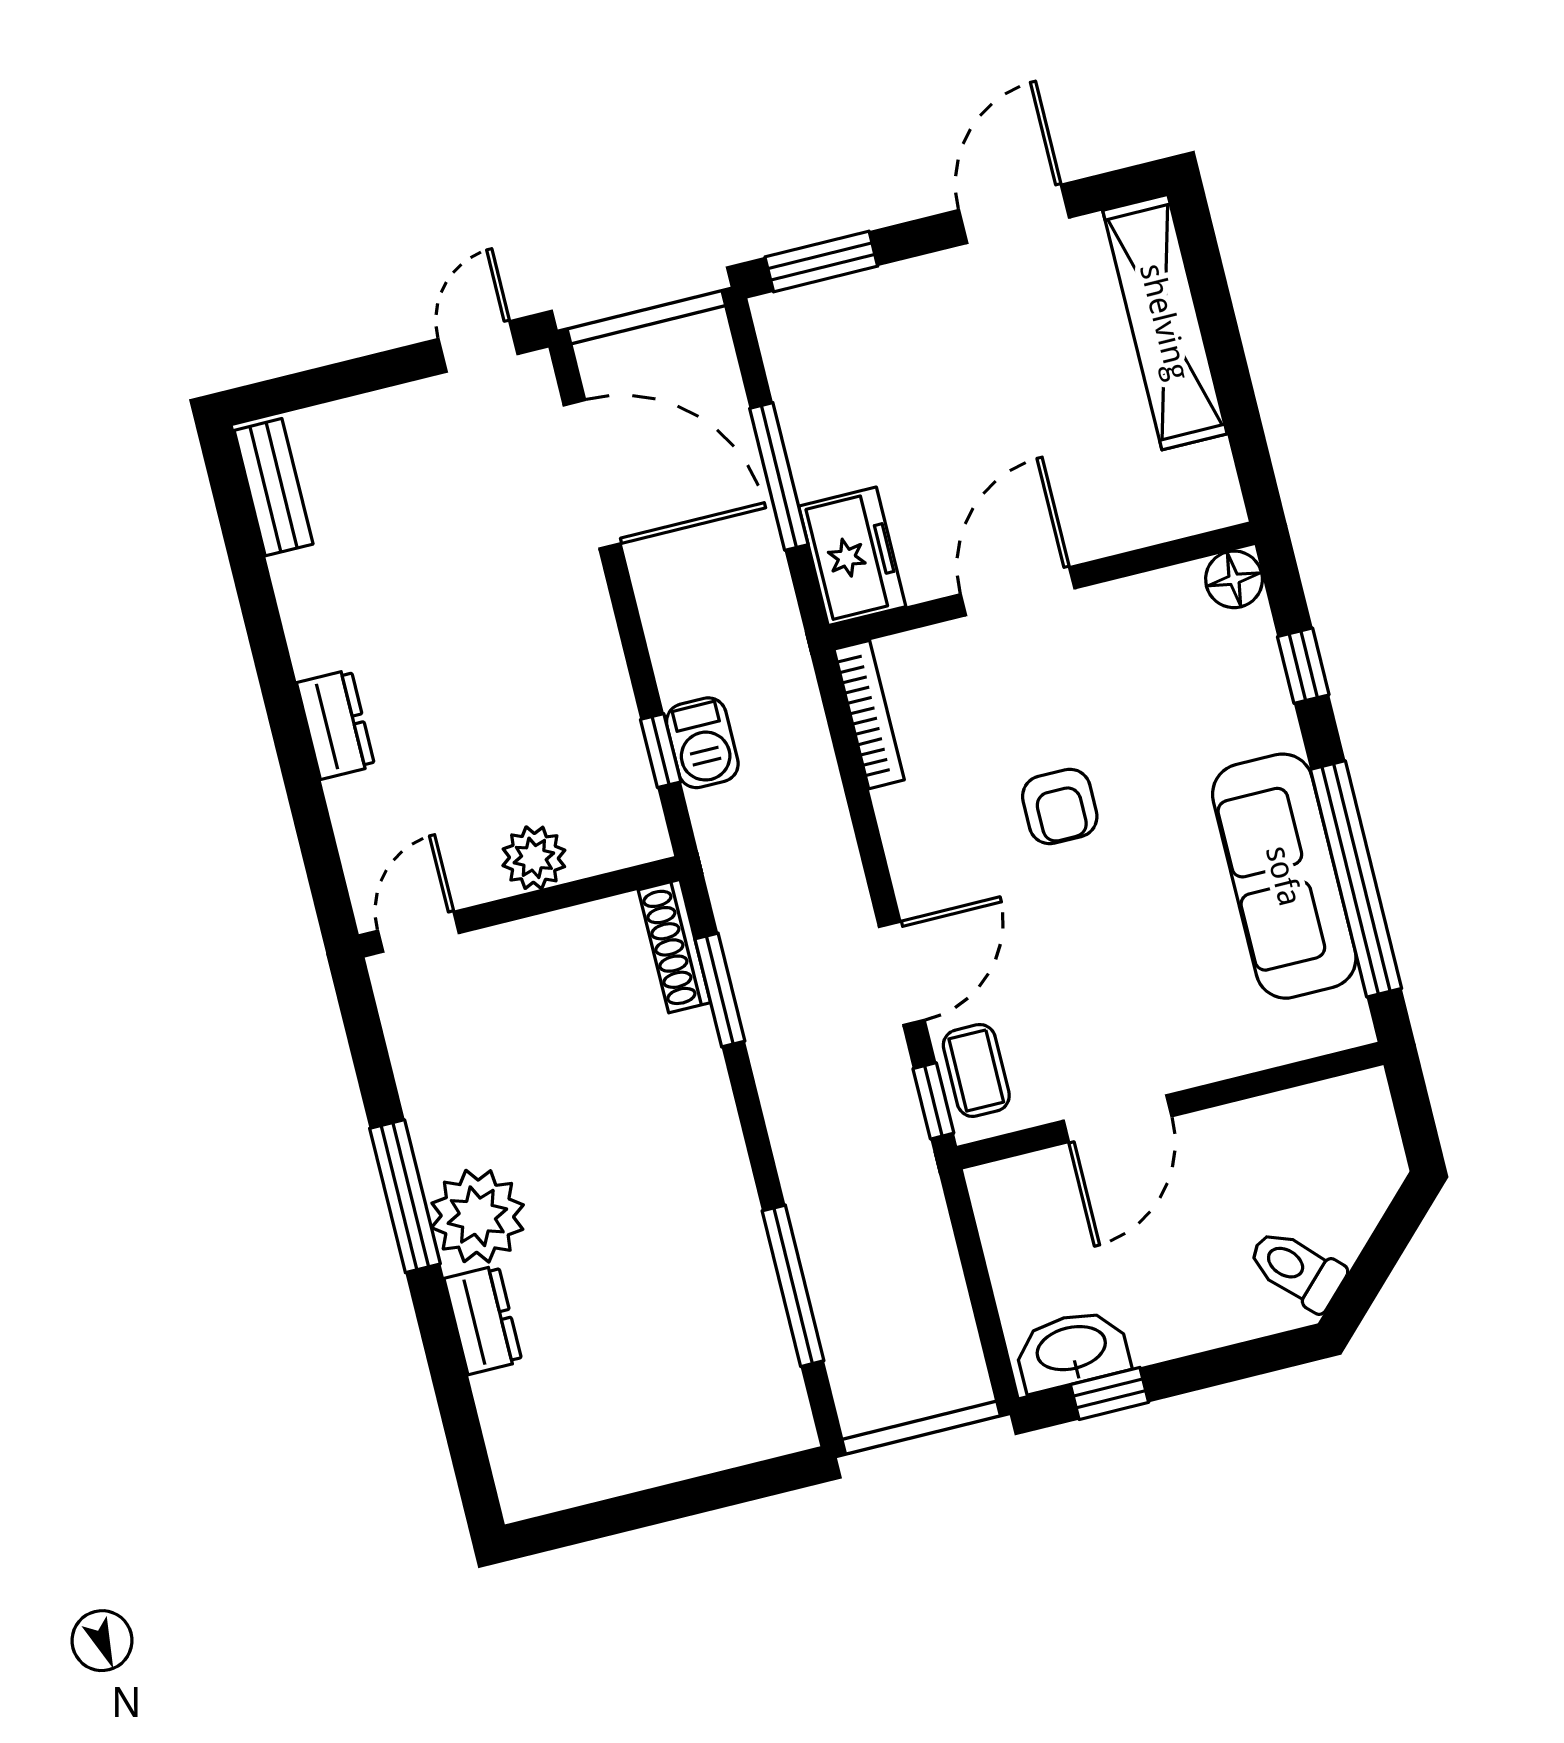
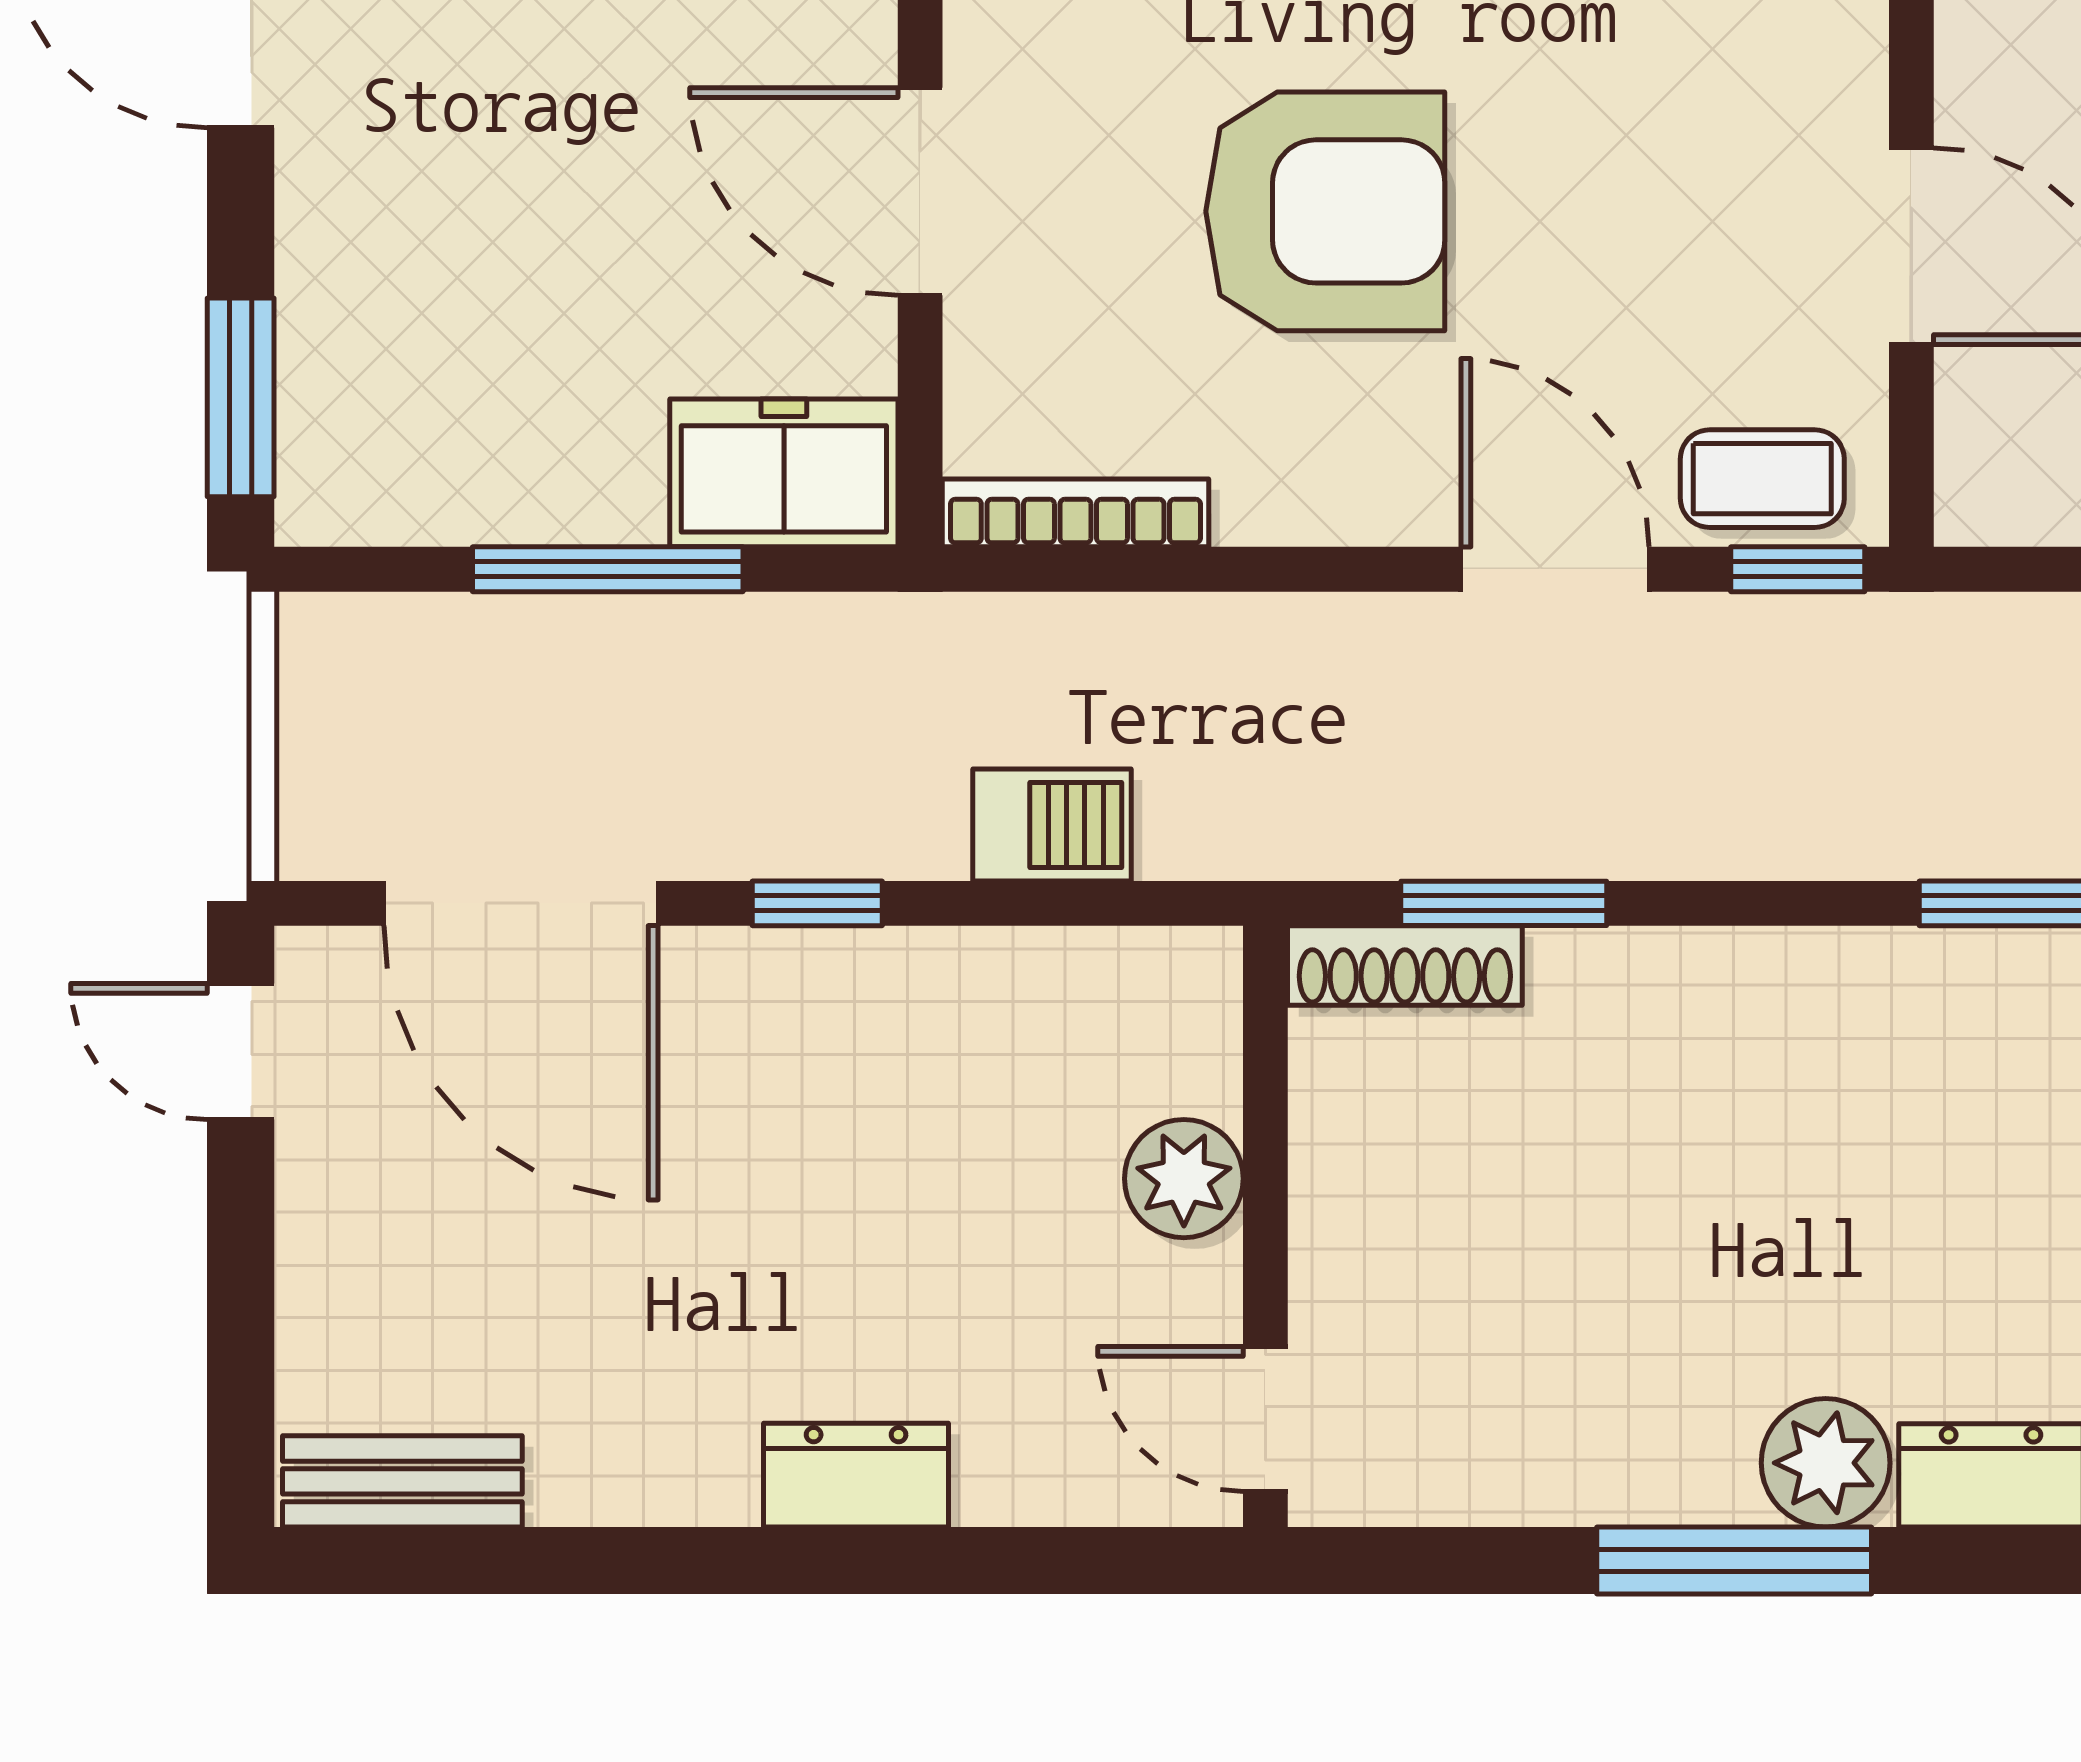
door: (592, 474) -> (521, 903), swing flipped
window: (661, 751) -> (817, 903), moved
armchair: (1060, 806) -> (1325, 211), width x1.88, depth x1.88
plant: (477, 1216) -> (1826, 1463), width x0.73, depth x0.73

